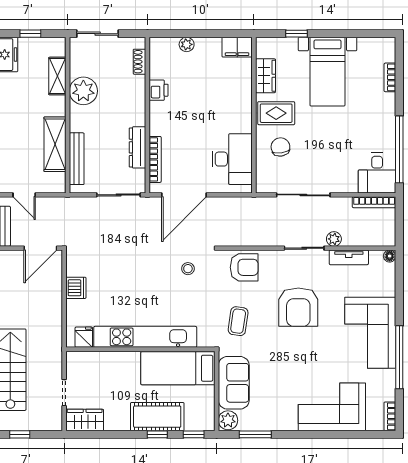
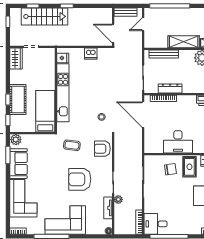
shelving: (55, 144) -> (184, 42), moved
desk: (232, 159) -> (178, 142), moved
armchair: (244, 267) -> (102, 149), turned 90
sofa: (234, 383) -> (19, 164), moved, turned -90

